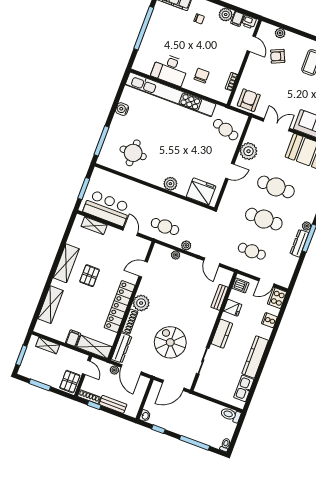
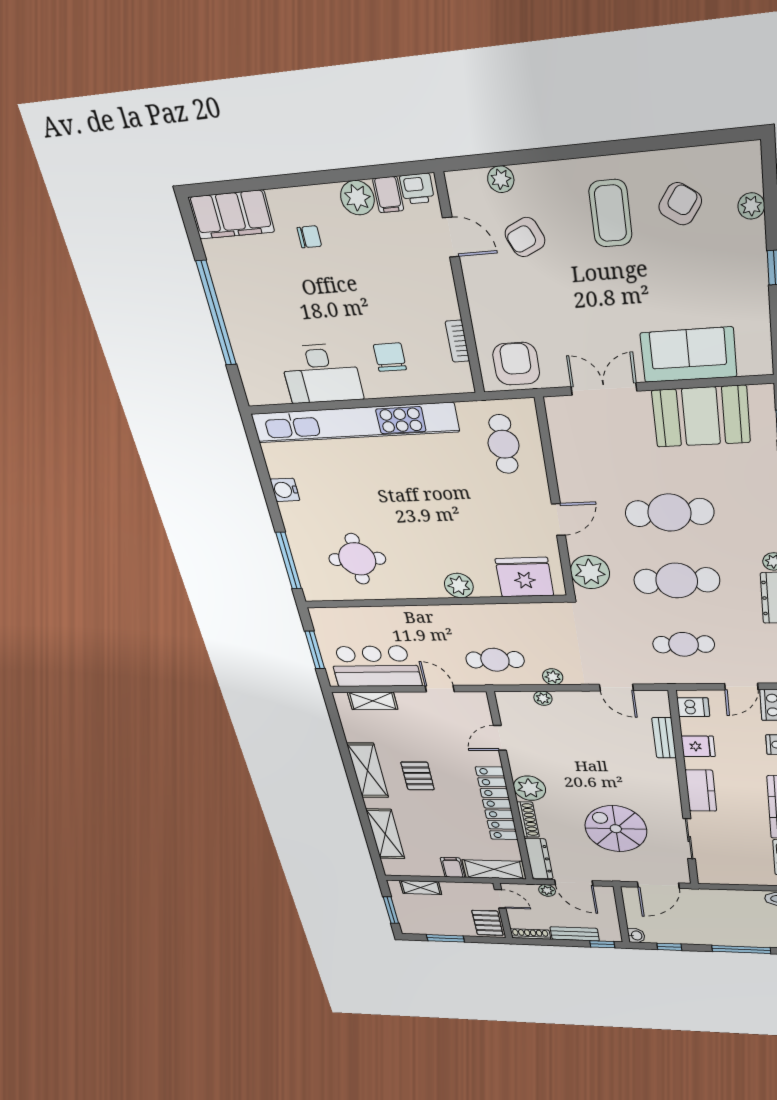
cafe table: (226, 130) -> (504, 444), turned 73
plant: (248, 151) -> (590, 572), moved
window: (94, 405) -> (602, 944), moved

